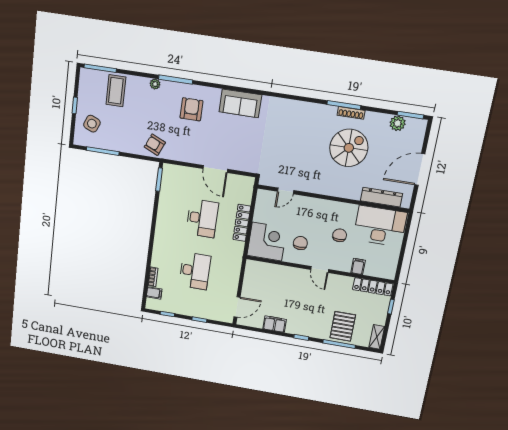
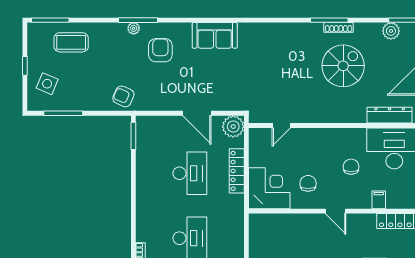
plant: (155, 84) -> (134, 28), moved
coffee table: (116, 91) -> (71, 42), turned 90
plant: (244, 185) -> (233, 127), added

